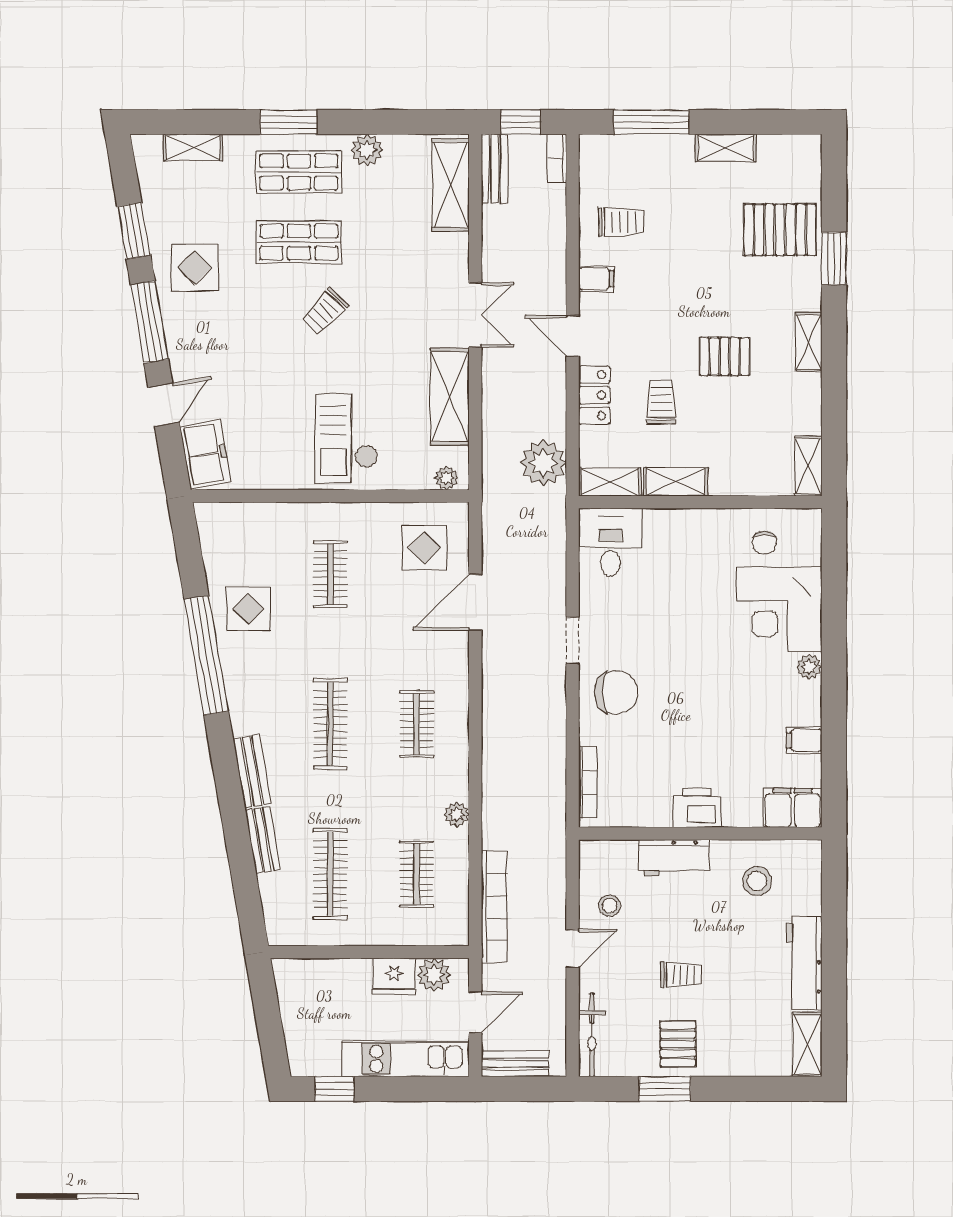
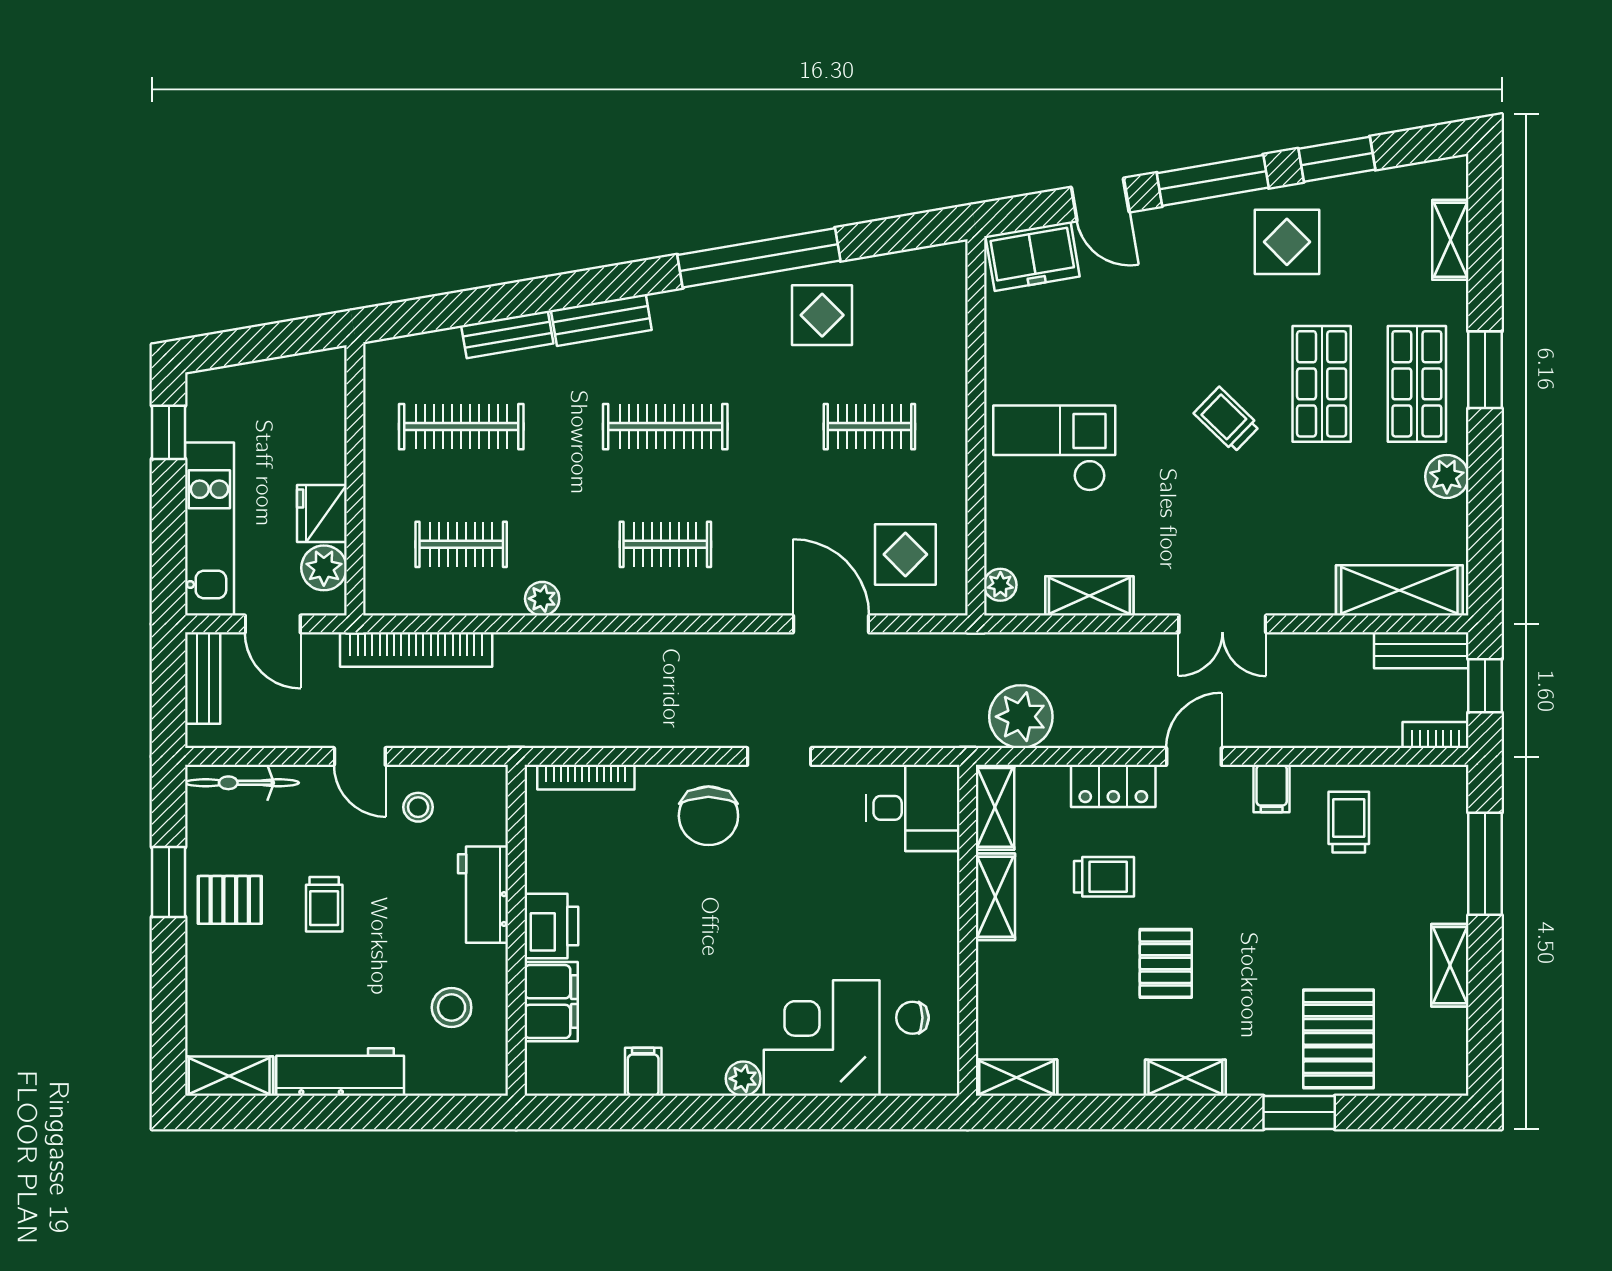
trolley: (621, 222) -> (1349, 822), turned 180
shelving: (450, 396) -> (1089, 596), width x0.67, depth x0.75
filing cabinet: (793, 808) -> (551, 1002), moved

